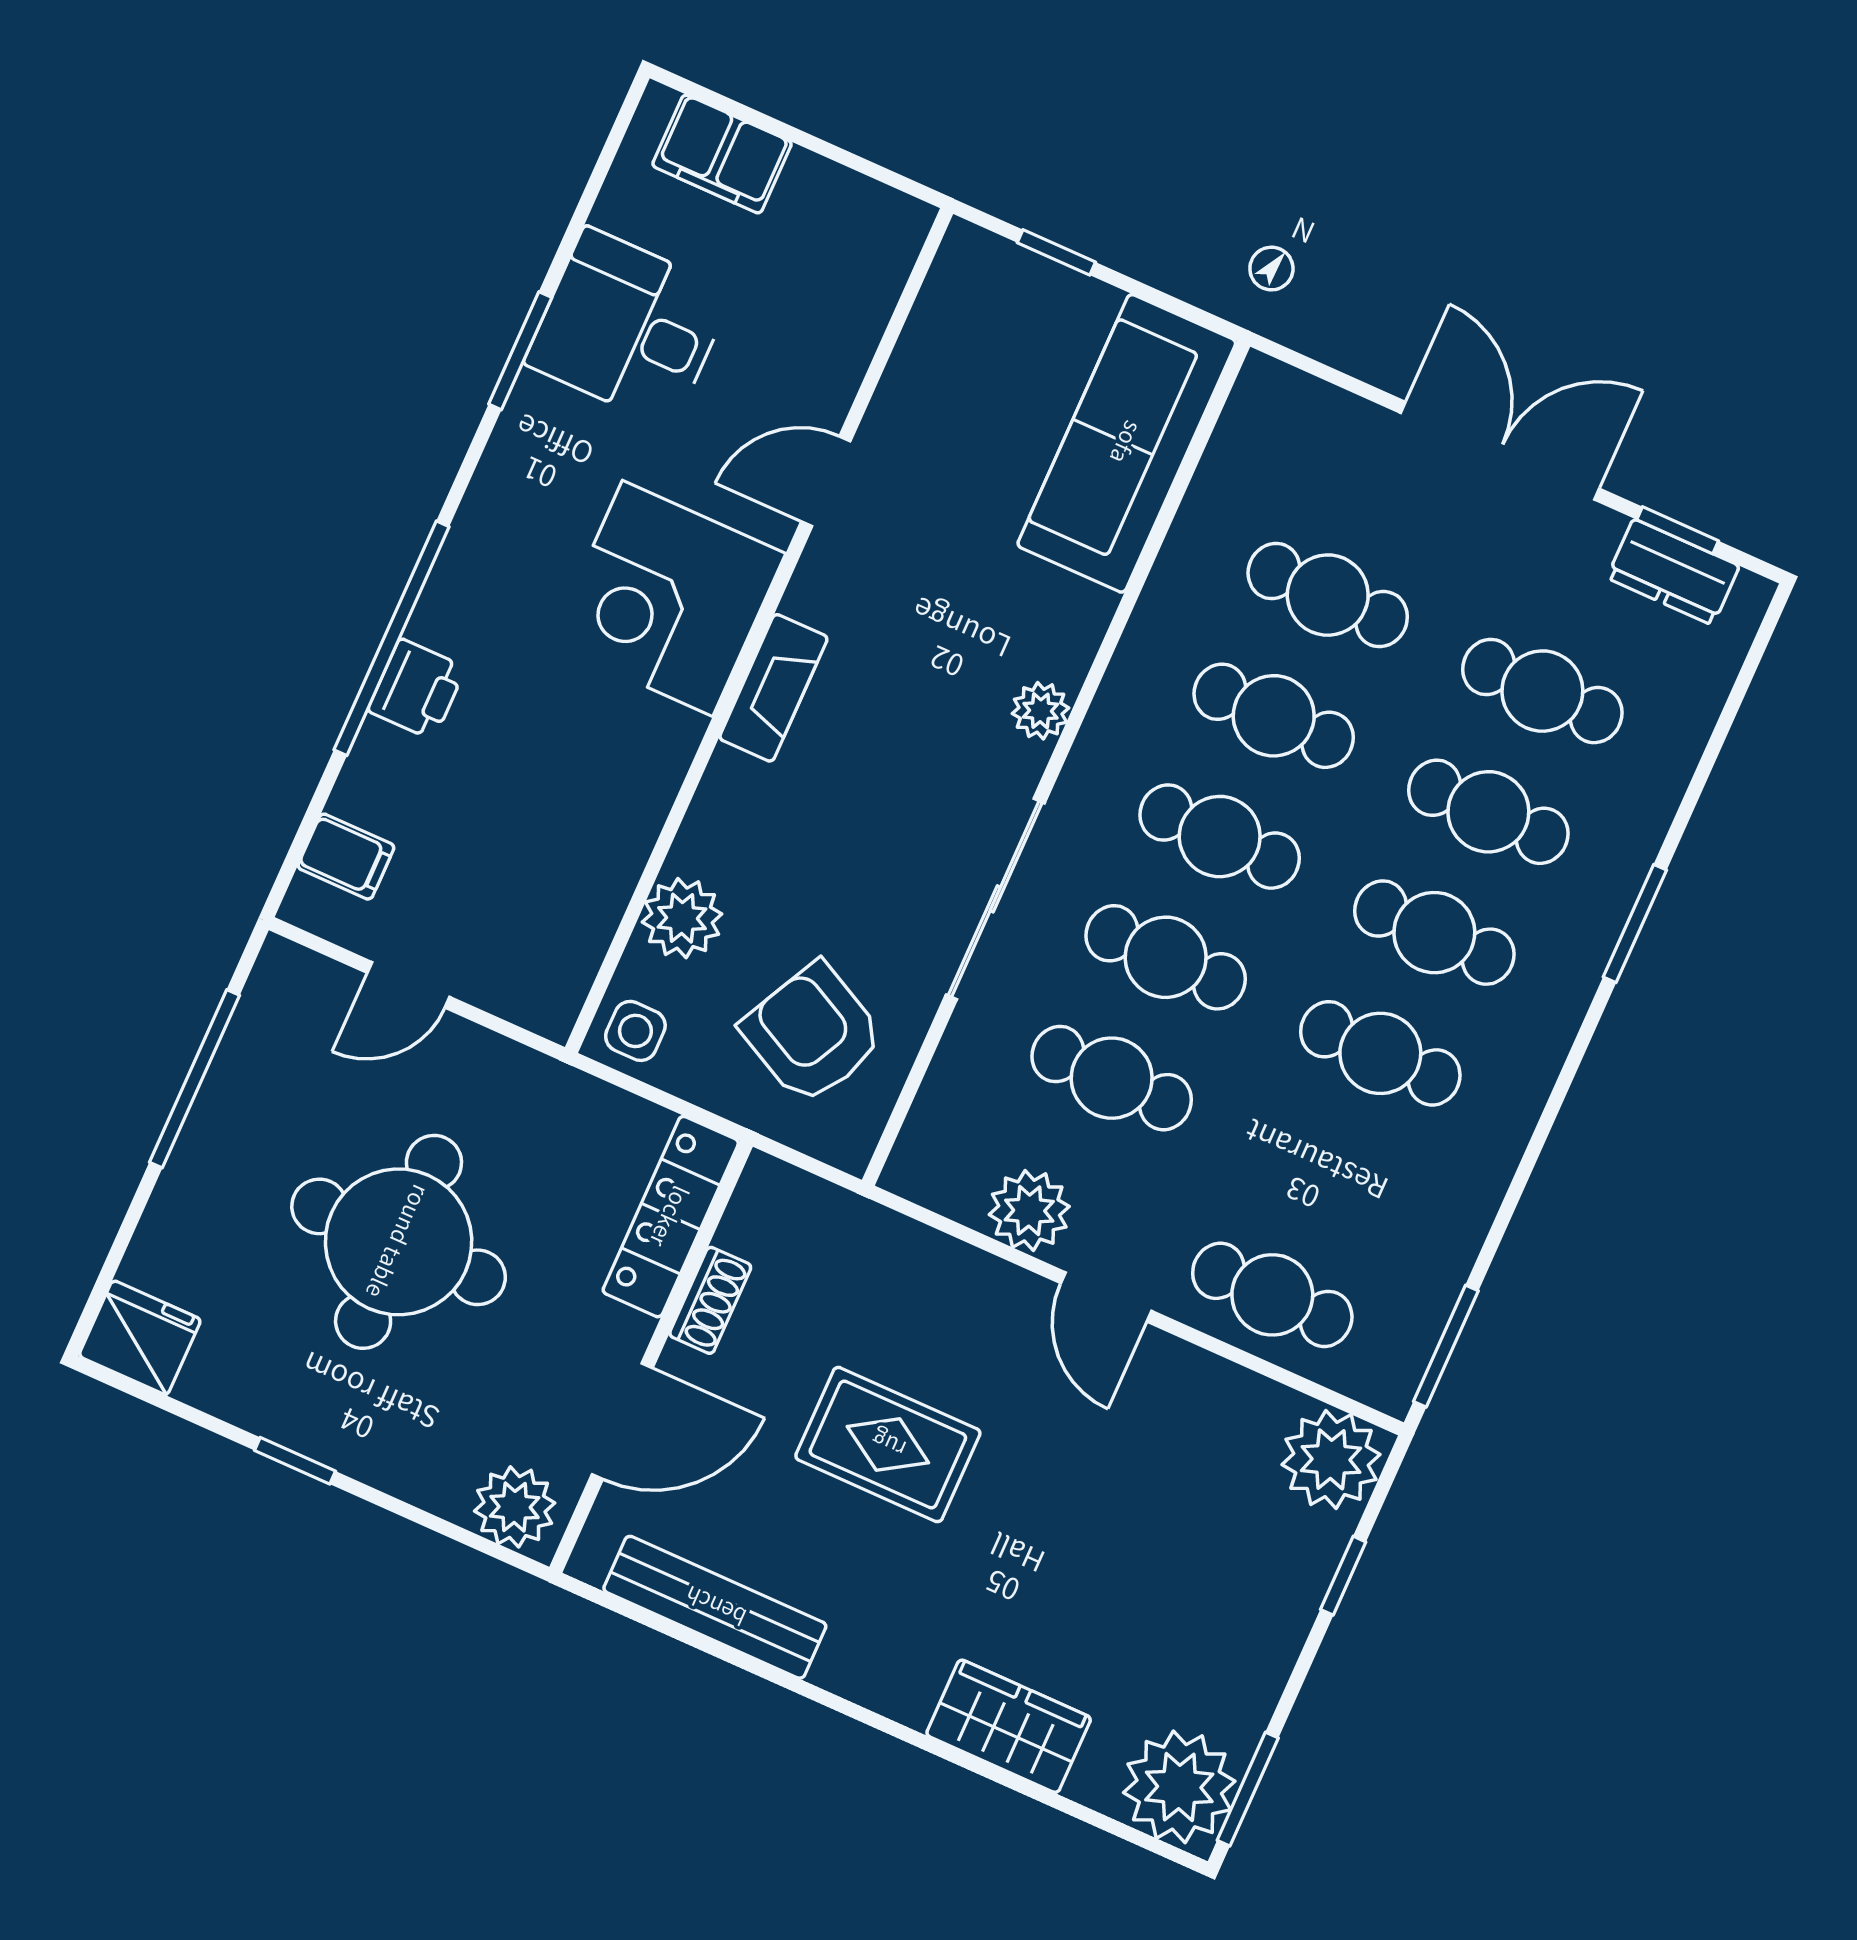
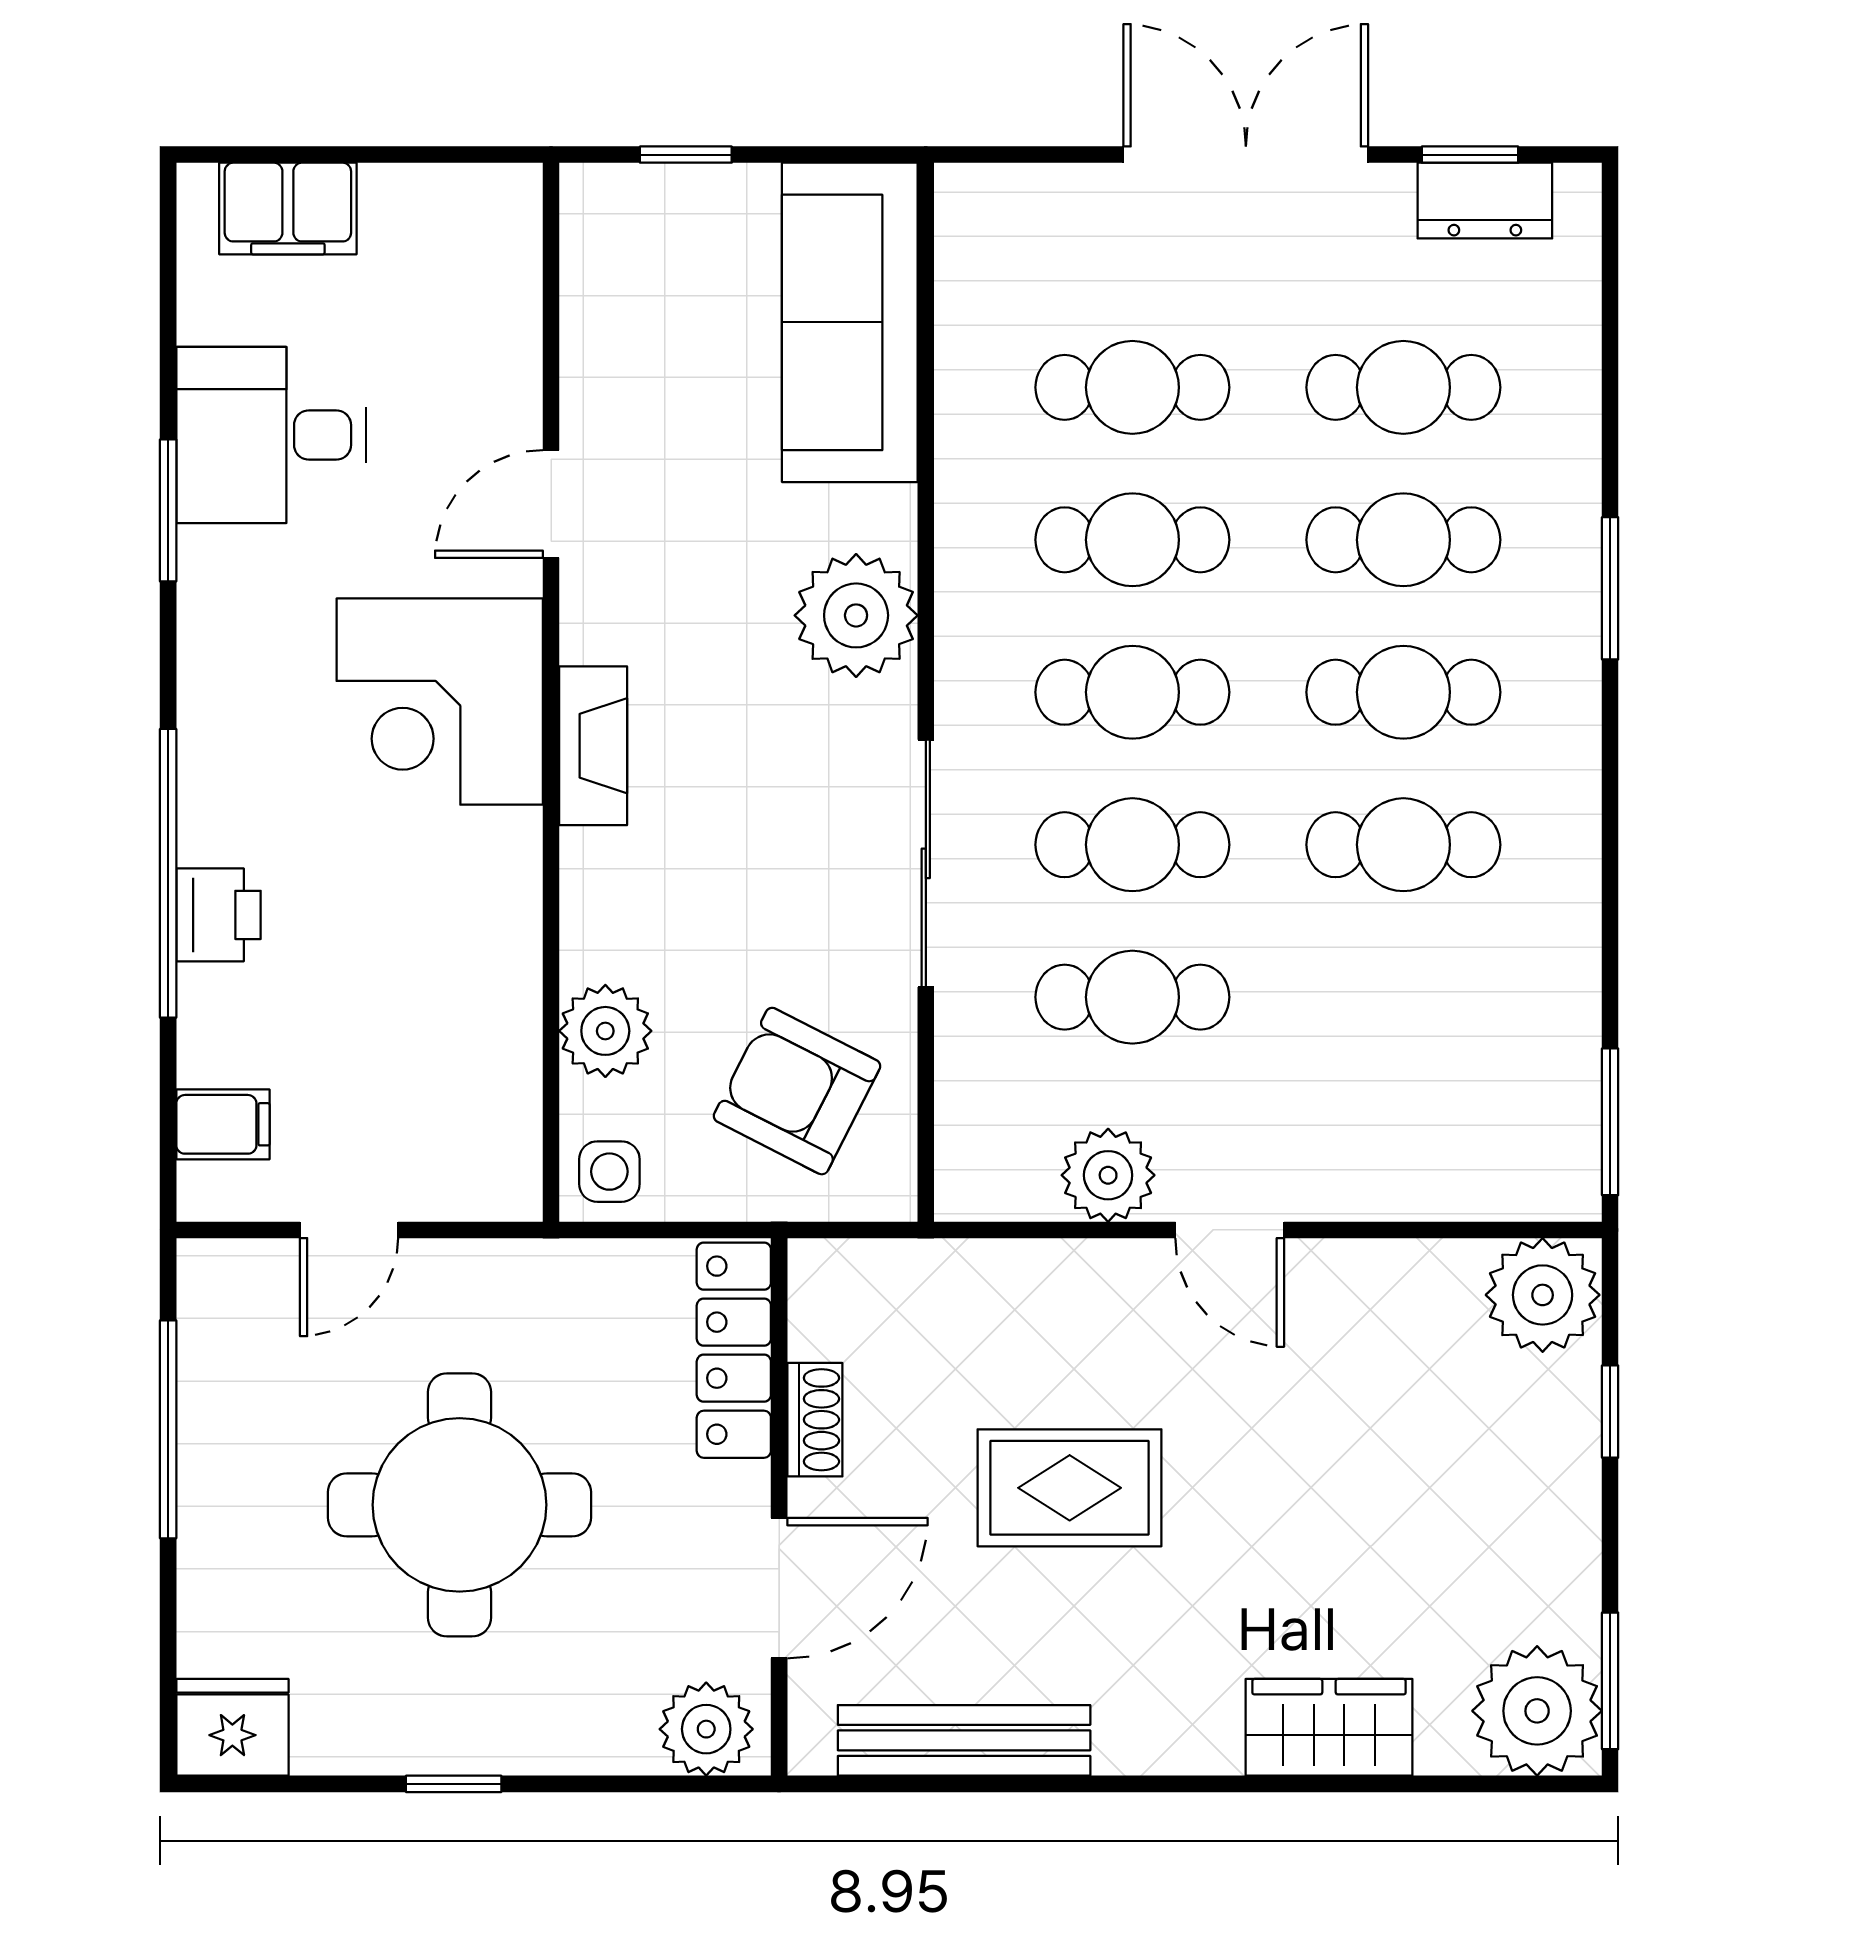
plant: (1040, 711) -> (856, 615), width x1.88, depth x1.88
cafe table: (1272, 1295) -> (1403, 1150), removed

